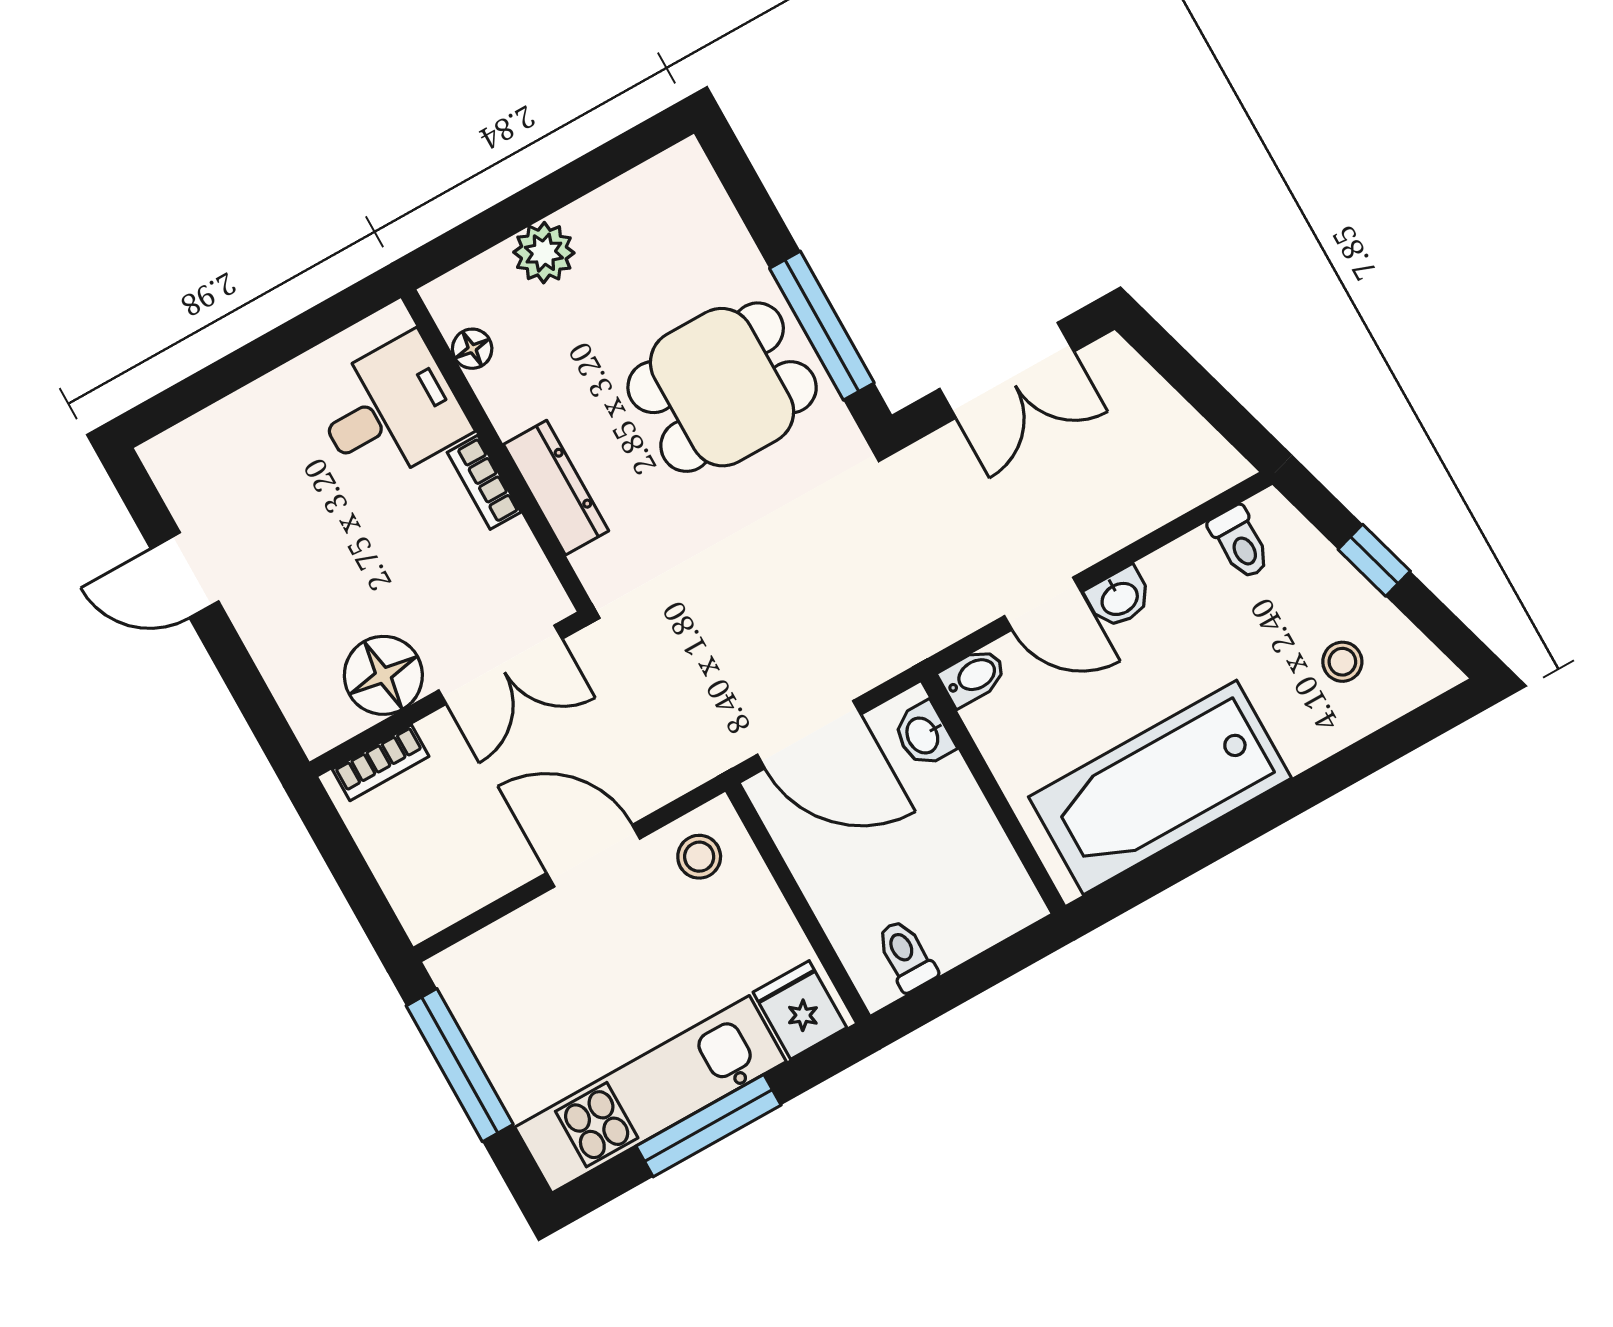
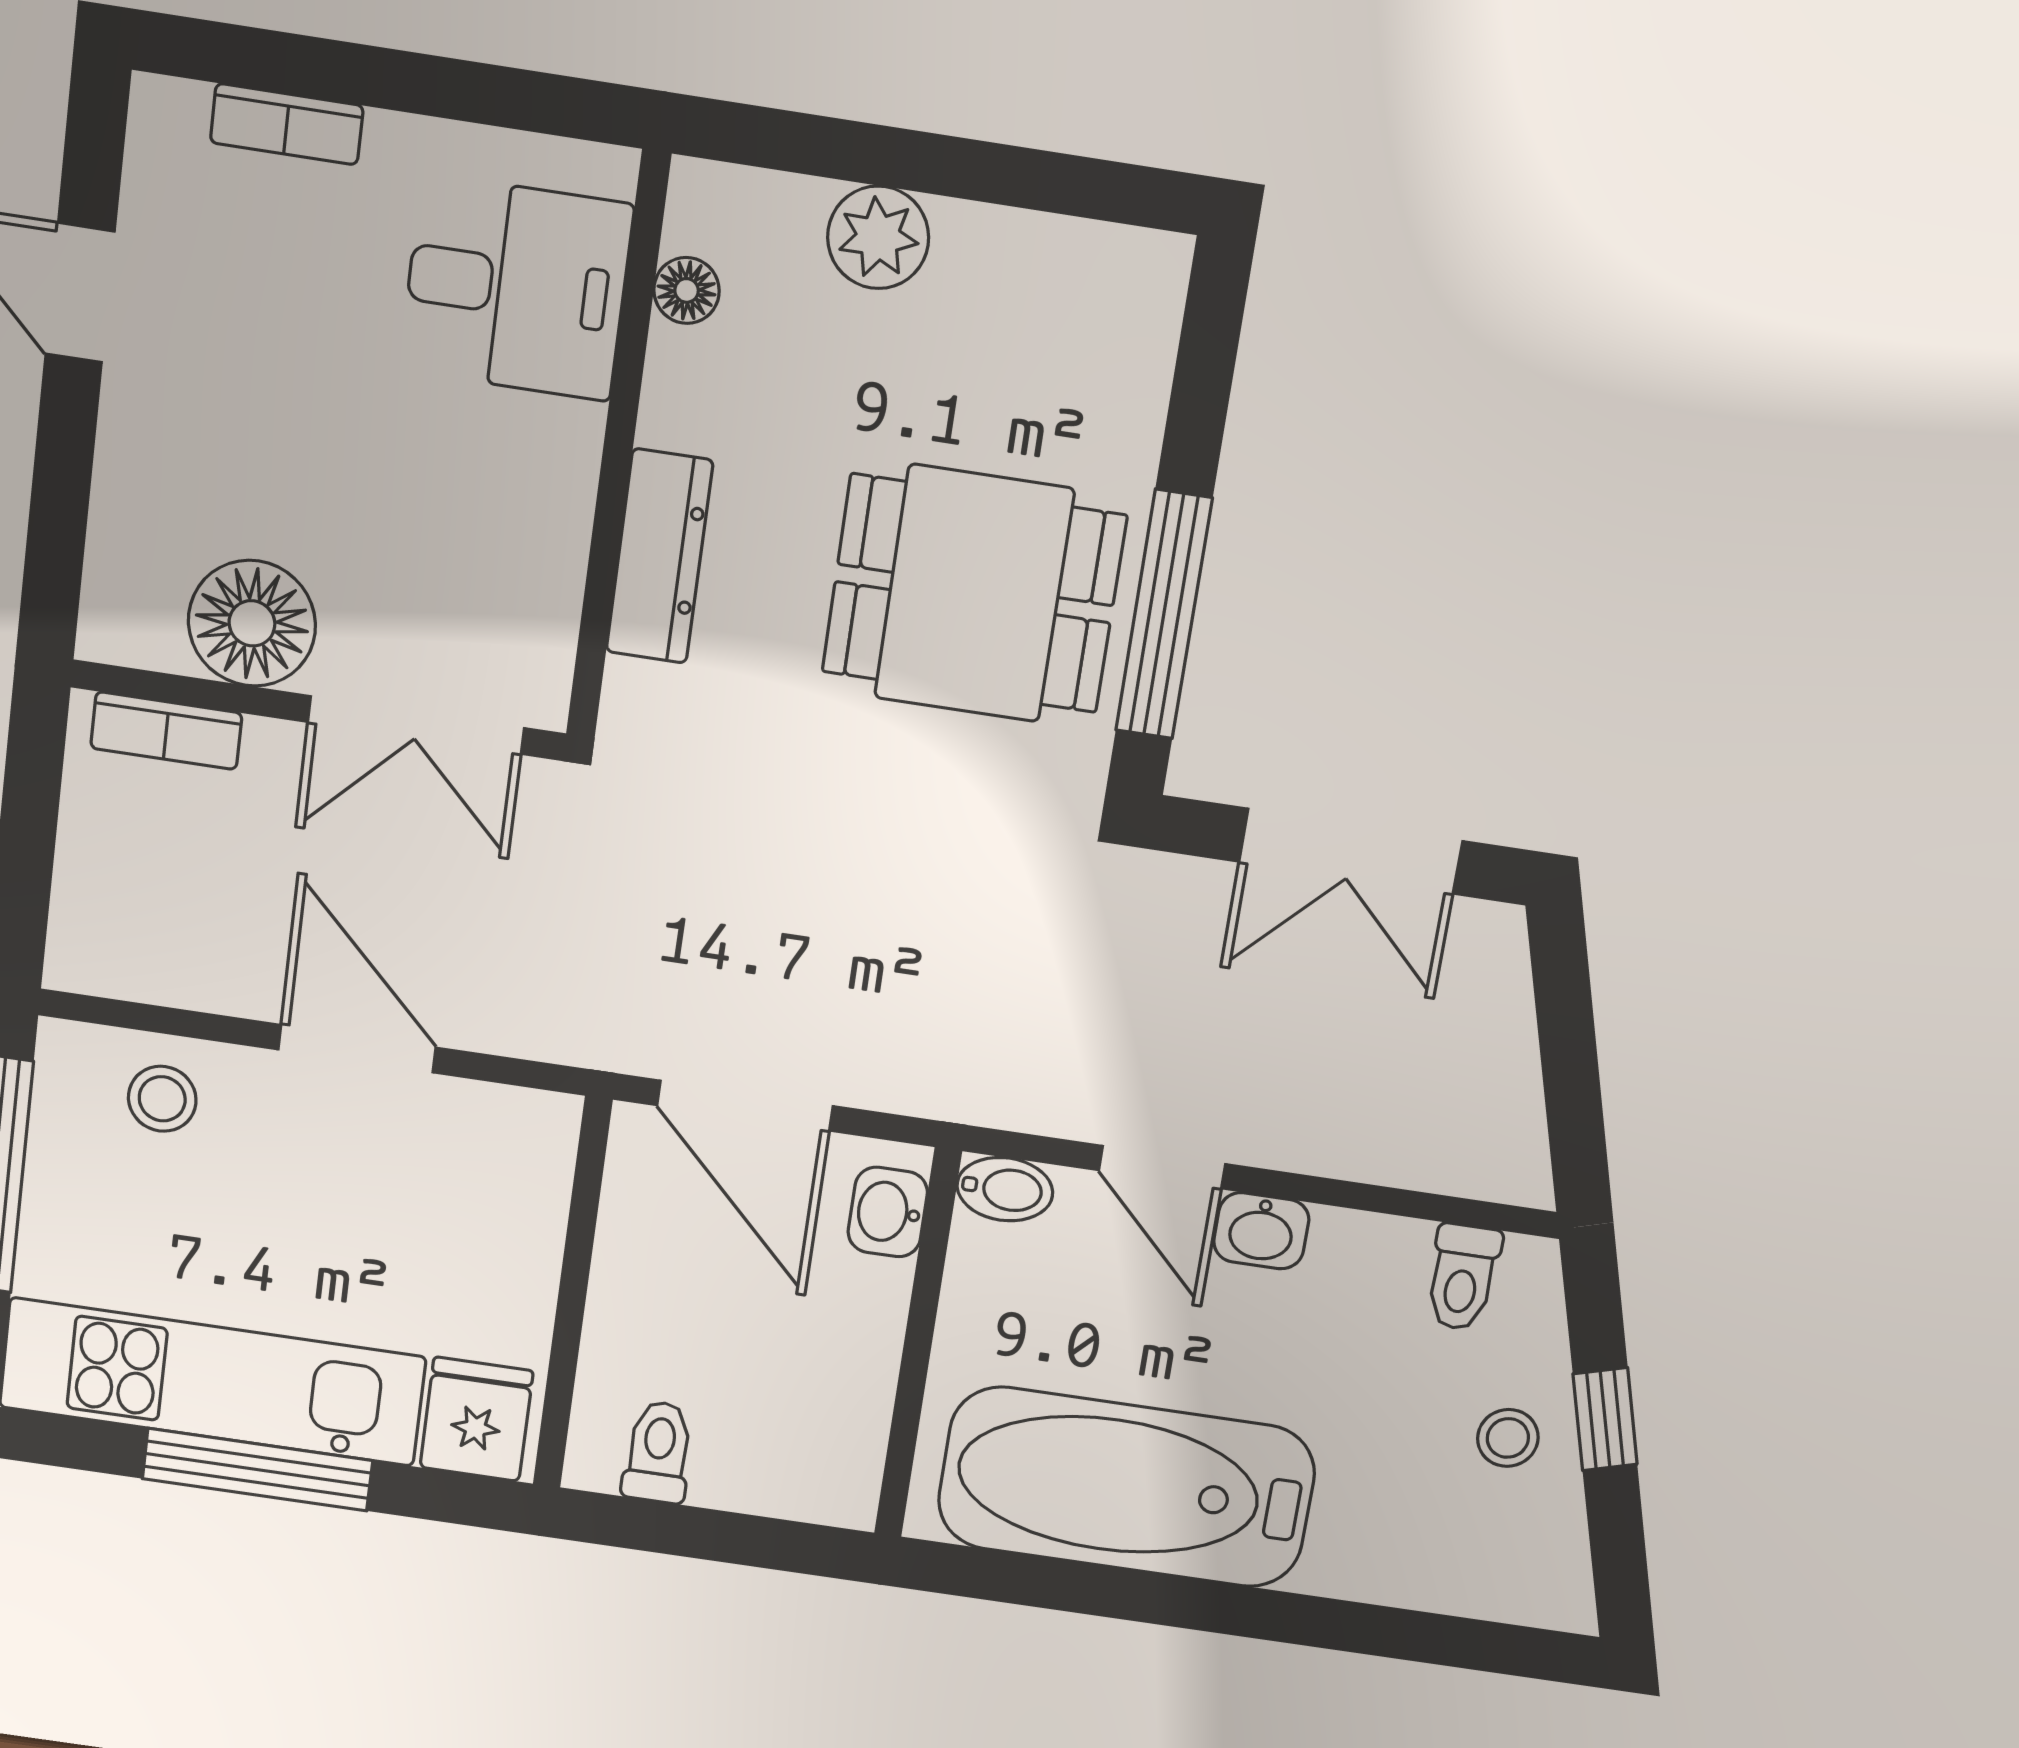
bookcase: (484, 482) -> (287, 124), moved, turned -90
stool: (1342, 662) -> (1508, 1438), moved
stool: (699, 857) -> (162, 1099), moved

